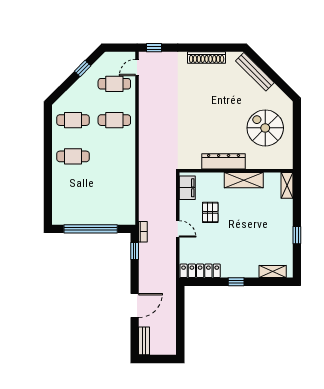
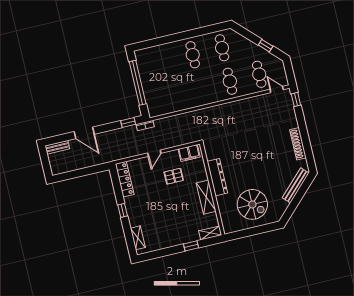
spiral stairs: (265, 128) -> (252, 204), turned 90
window: (297, 235) -> (191, 246), moved

